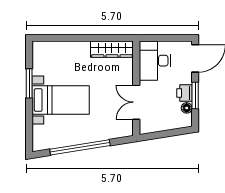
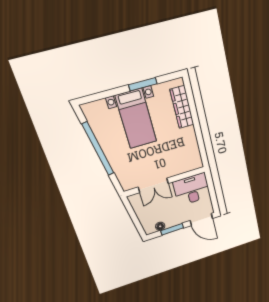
wardrobe: (112, 49) -> (182, 107), moved
printer: (184, 93) -> (172, 221), removed
double door: (136, 102) -> (153, 185), swing flipped

